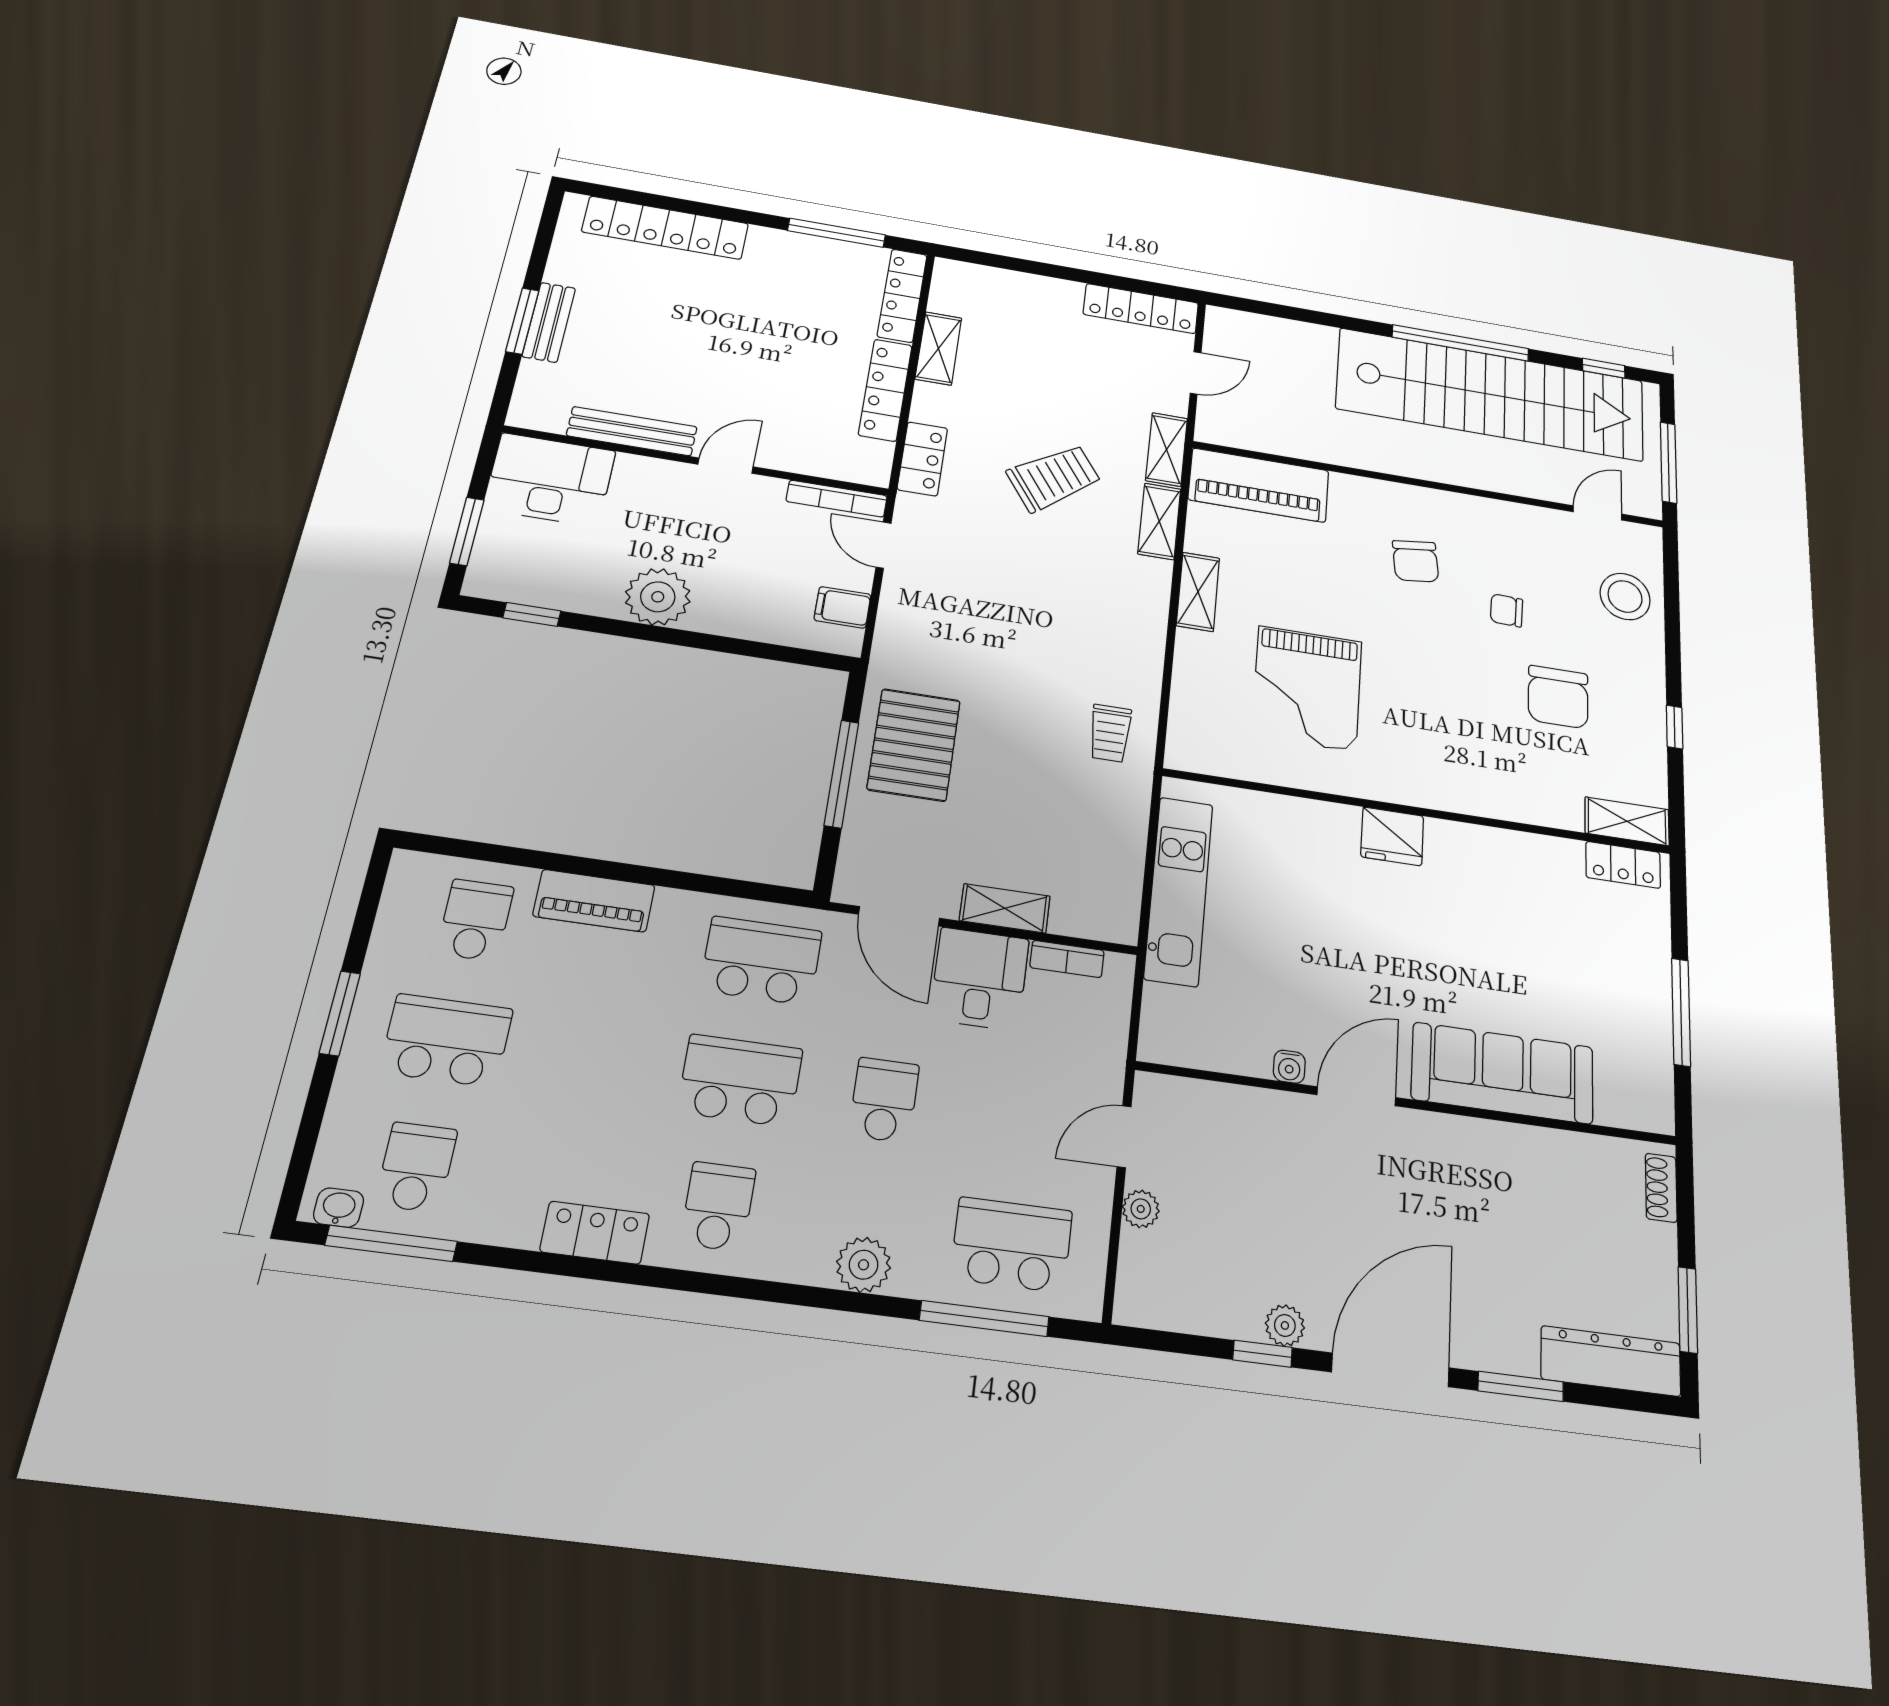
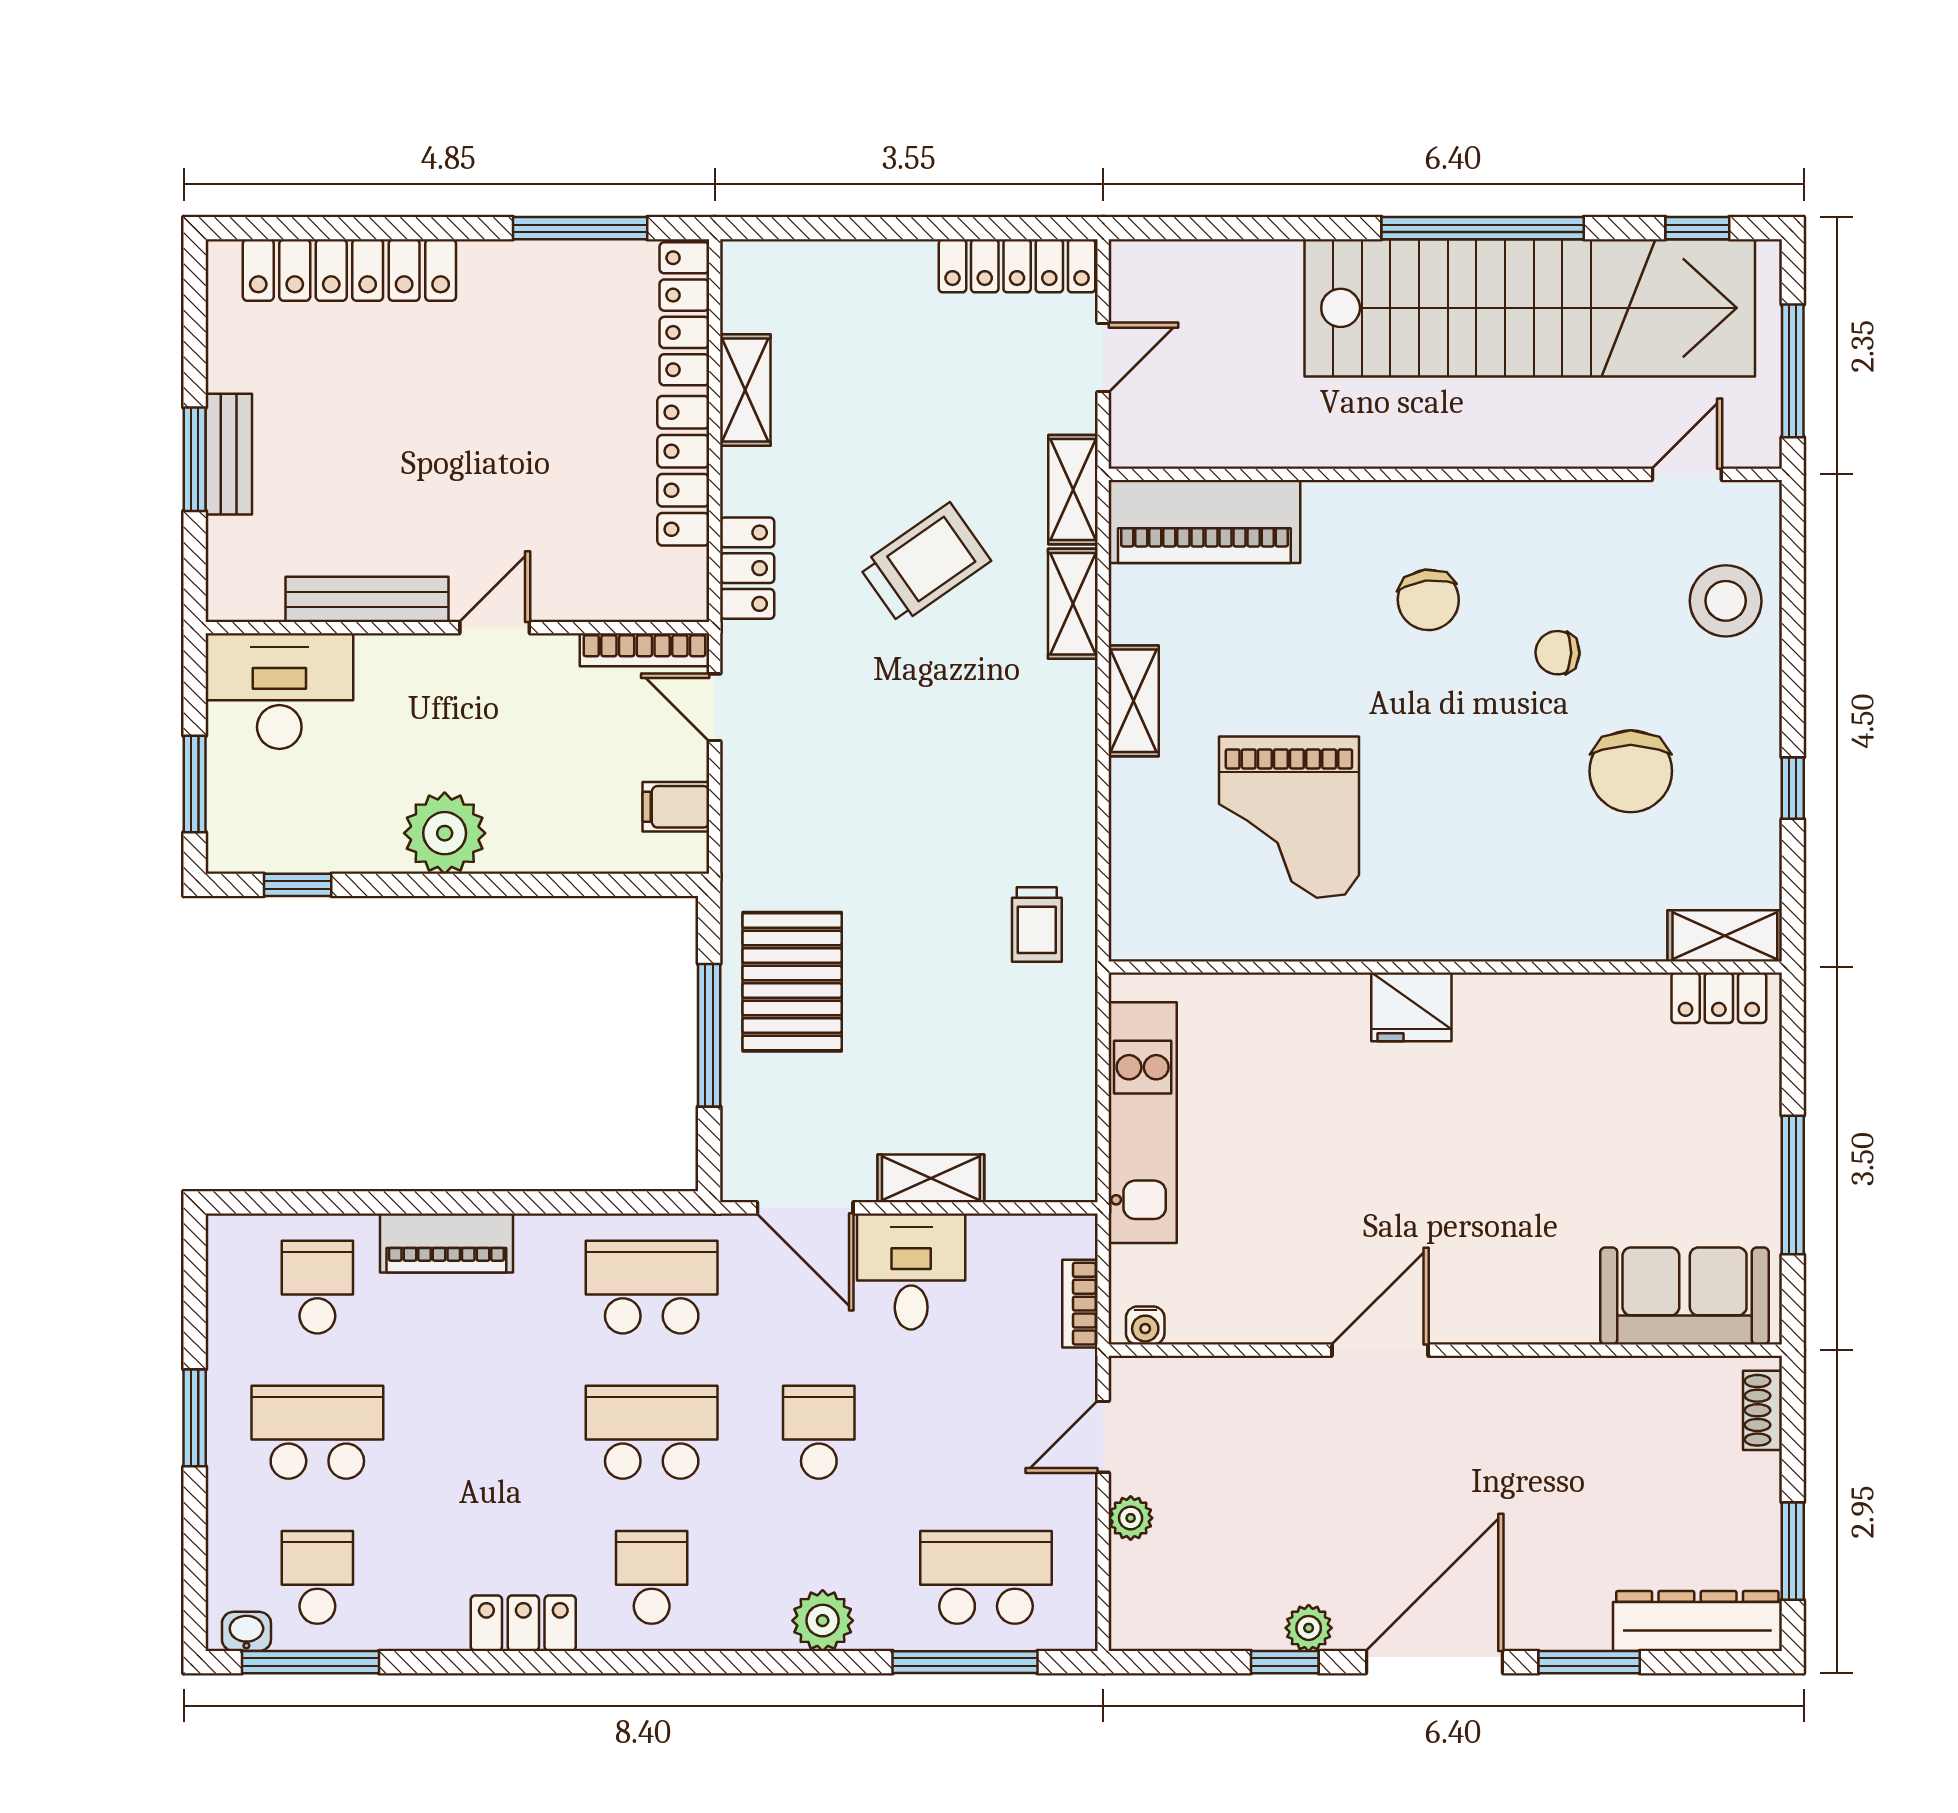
bookcase: (1067, 959) -> (1080, 1304), moved, turned 90
water cooler: (1289, 1067) -> (1145, 1326), moved
sofa: (1503, 1073) -> (1685, 1296), moved, width x0.73

